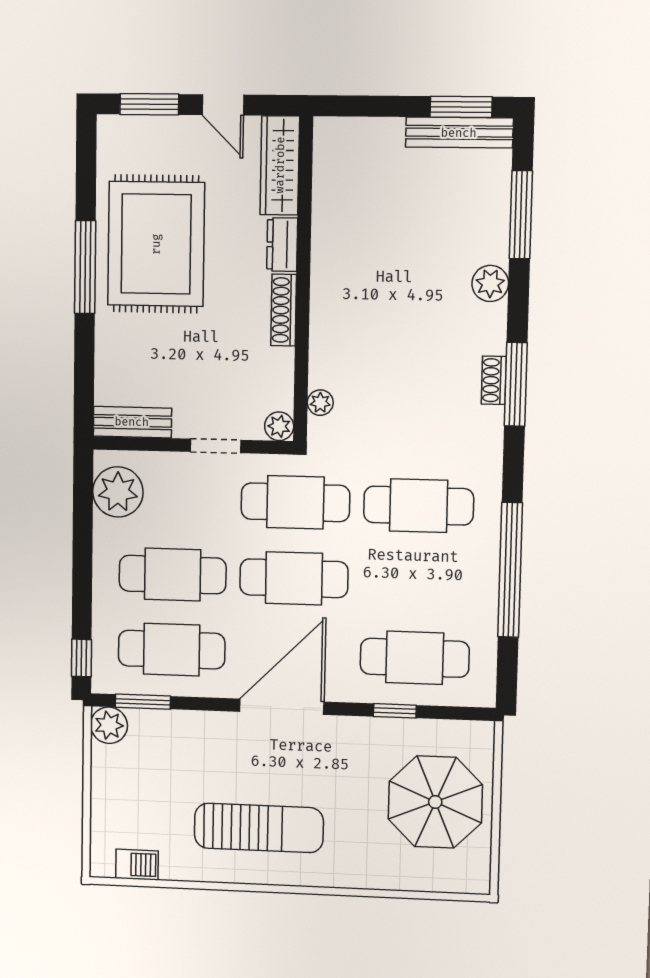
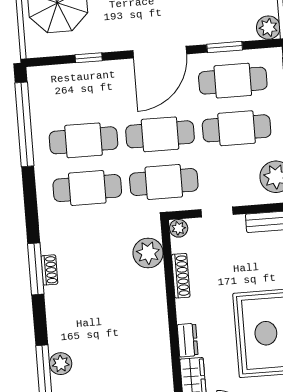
plant: (490, 283) -> (61, 364), moved
shoe rack: (284, 310) -> (181, 276), moved
plant: (320, 403) -> (148, 253), width x1.88, depth x1.88
window: (510, 570) -> (24, 124), moved
cafe table: (415, 658) -> (84, 140), moved
window: (143, 702) -> (225, 47), moved

